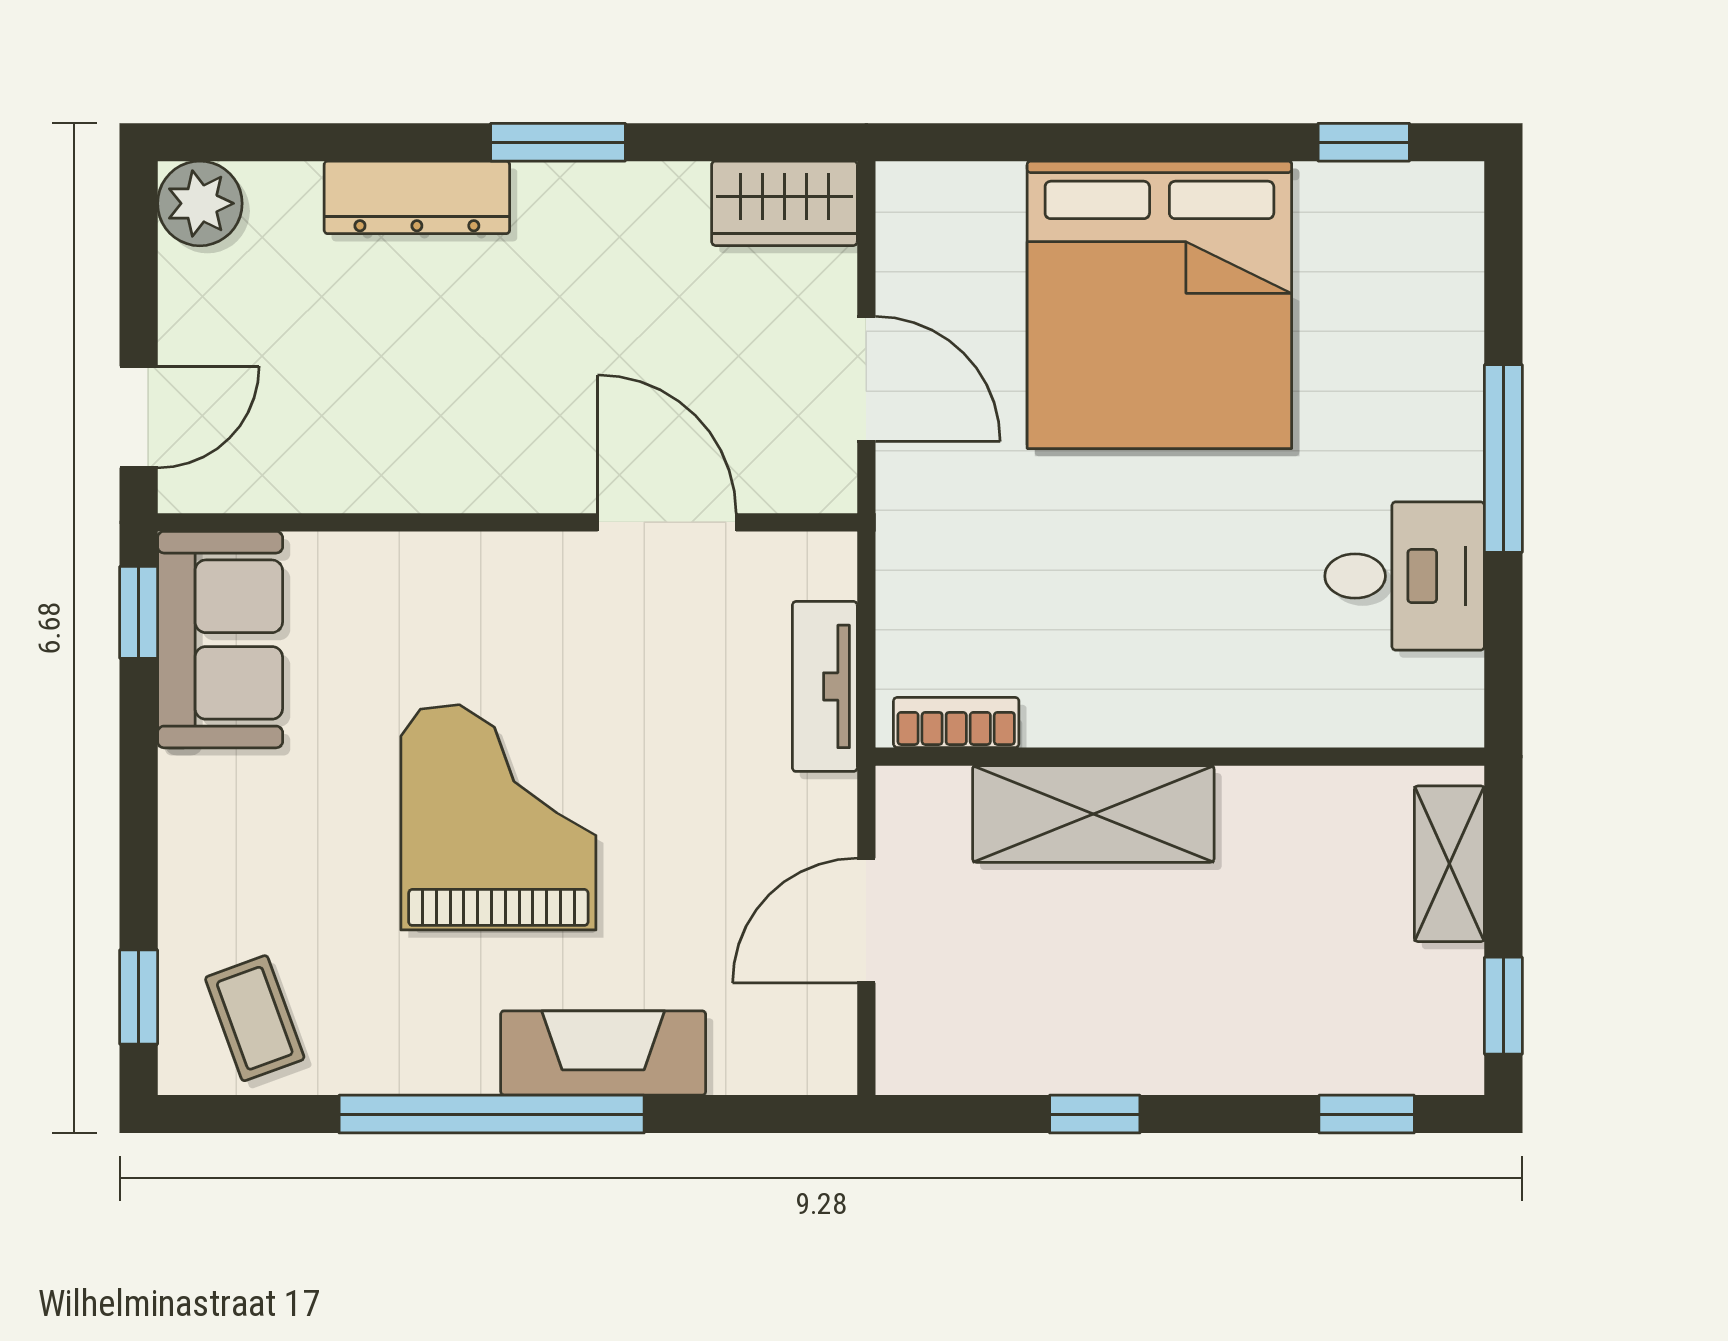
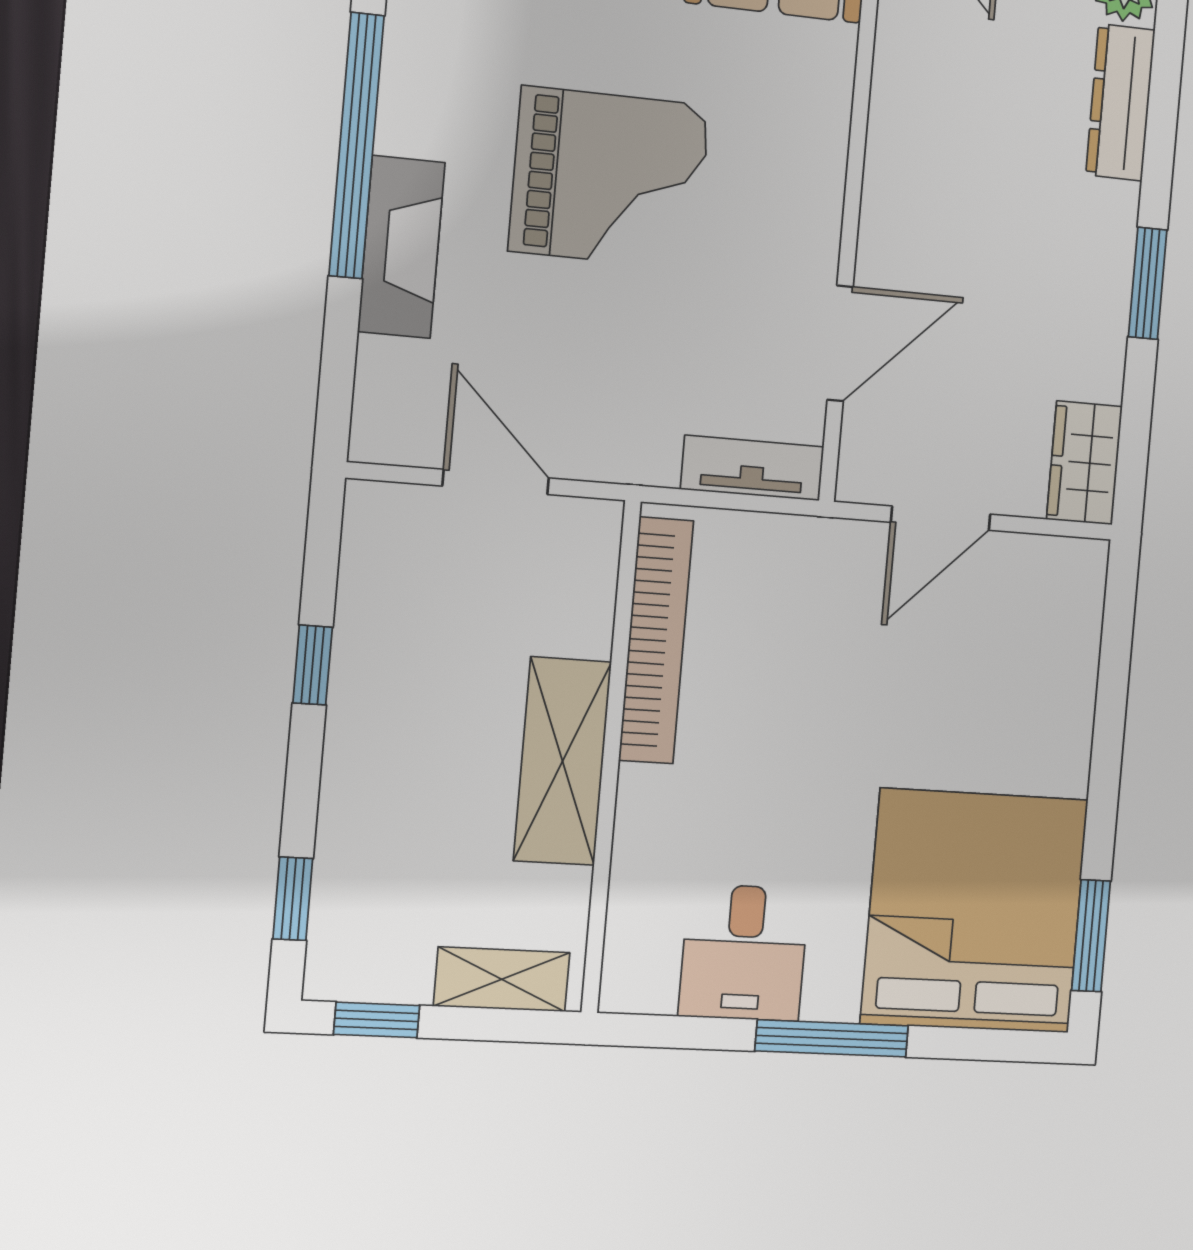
window: (1364, 142) -> (1091, 936), width x1.50
dresser: (417, 197) -> (1120, 102), moved
bed: (1159, 305) -> (975, 911), moved, turned 90
tv unit: (825, 686) -> (752, 468), moved
bookcase: (956, 722) -> (656, 640), width x2.31, depth x1.31
shelving: (1093, 814) -> (562, 761), moved

